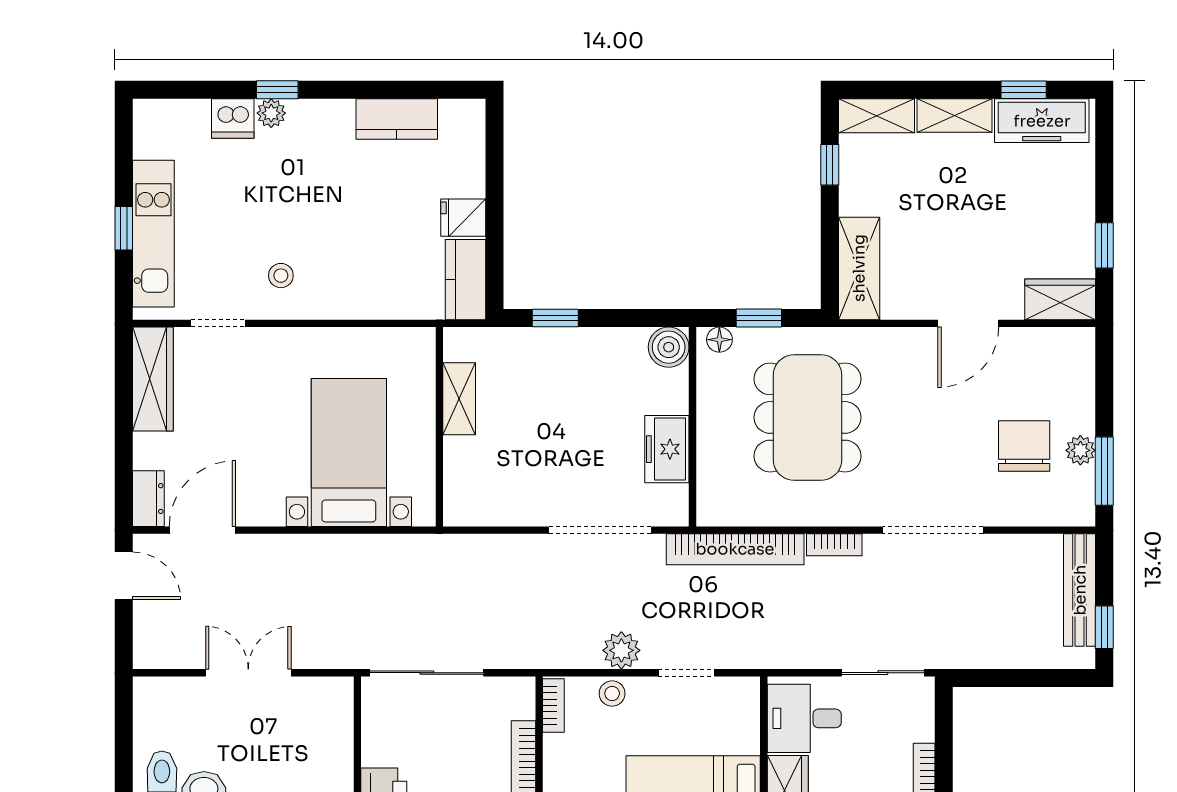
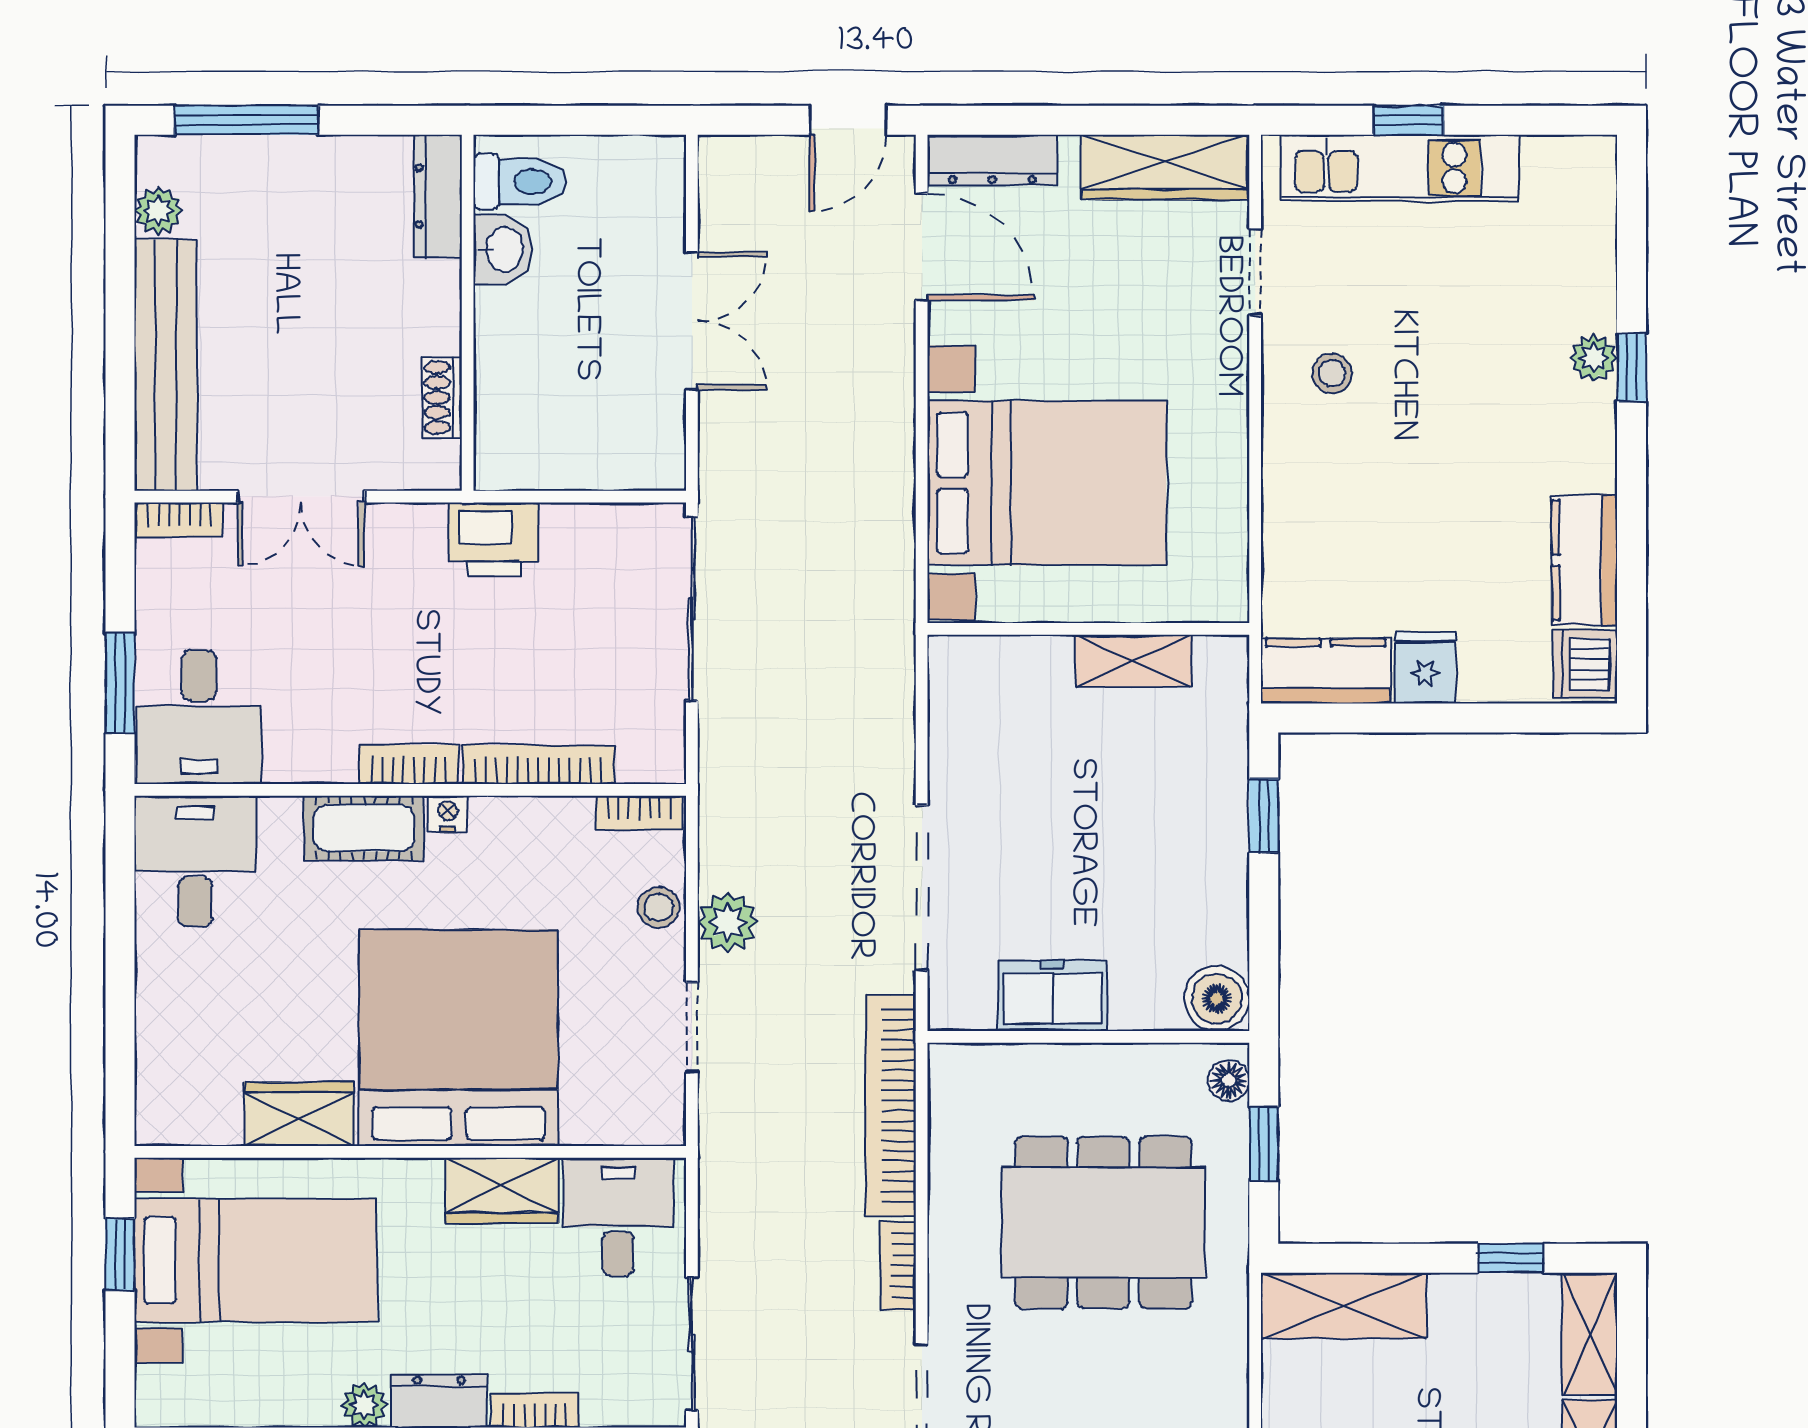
dishwasher: (233, 119) -> (1585, 664), moved
bed with nightstands: (349, 453) -> (1047, 483), width x1.36
dresser: (148, 499) -> (992, 160), width x1.44

